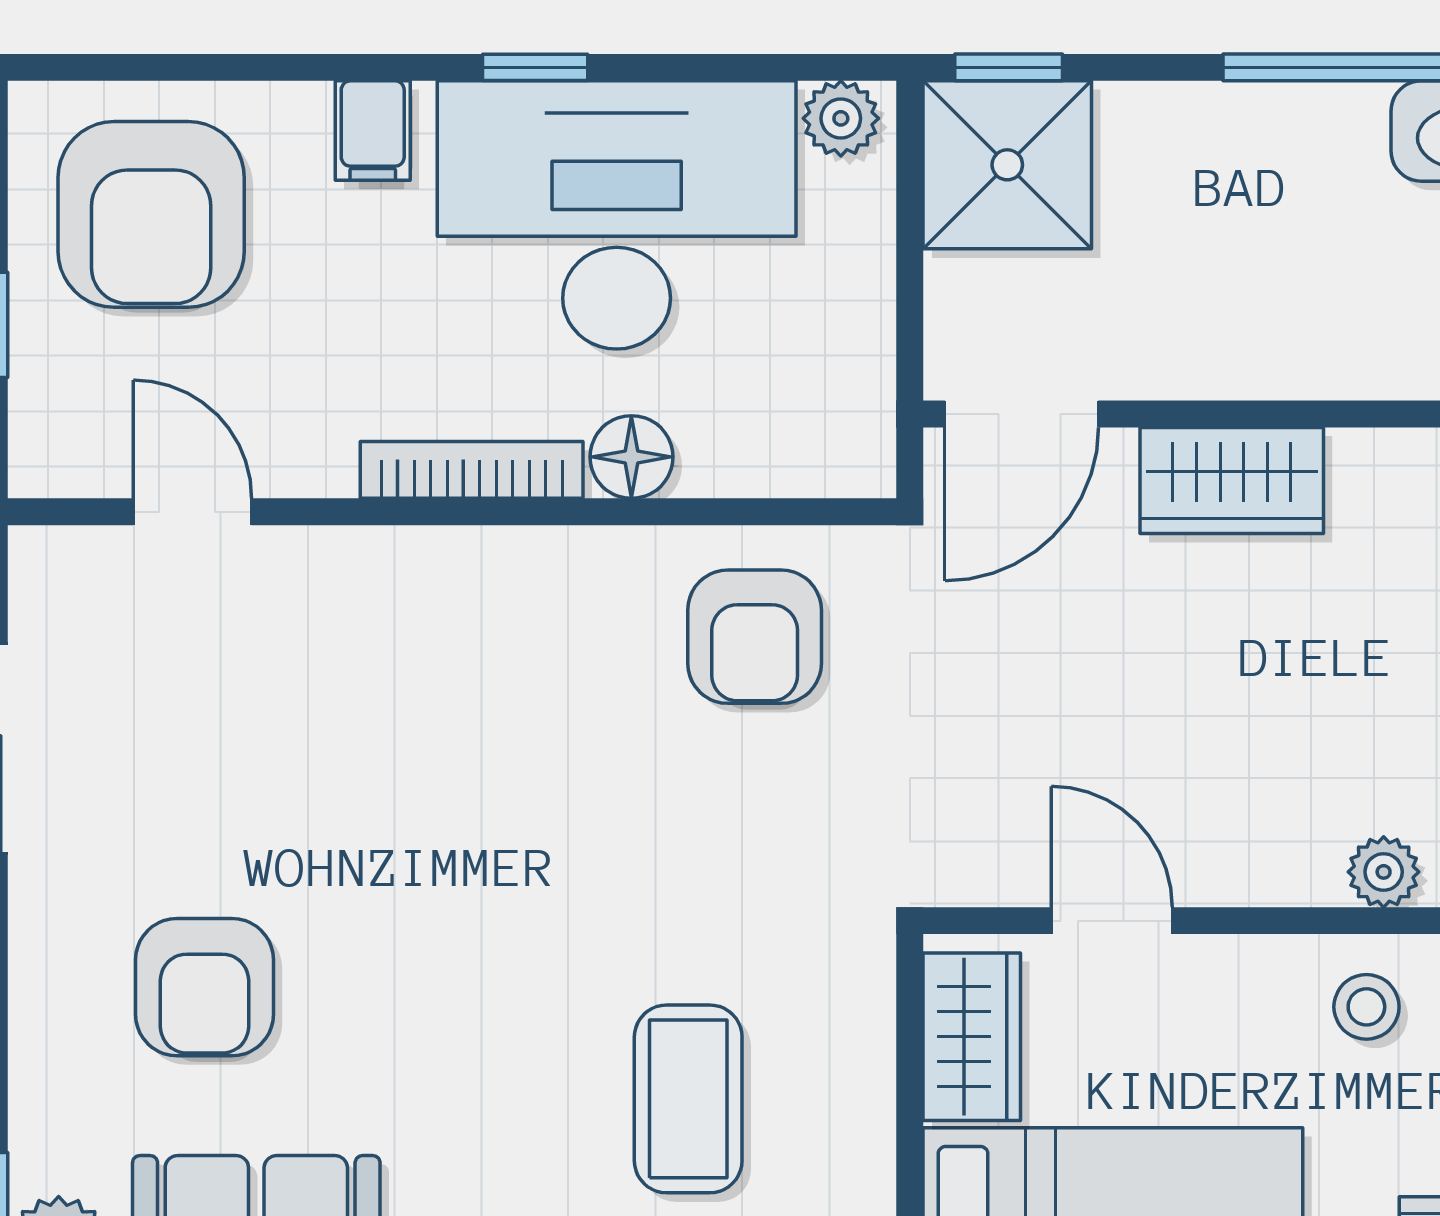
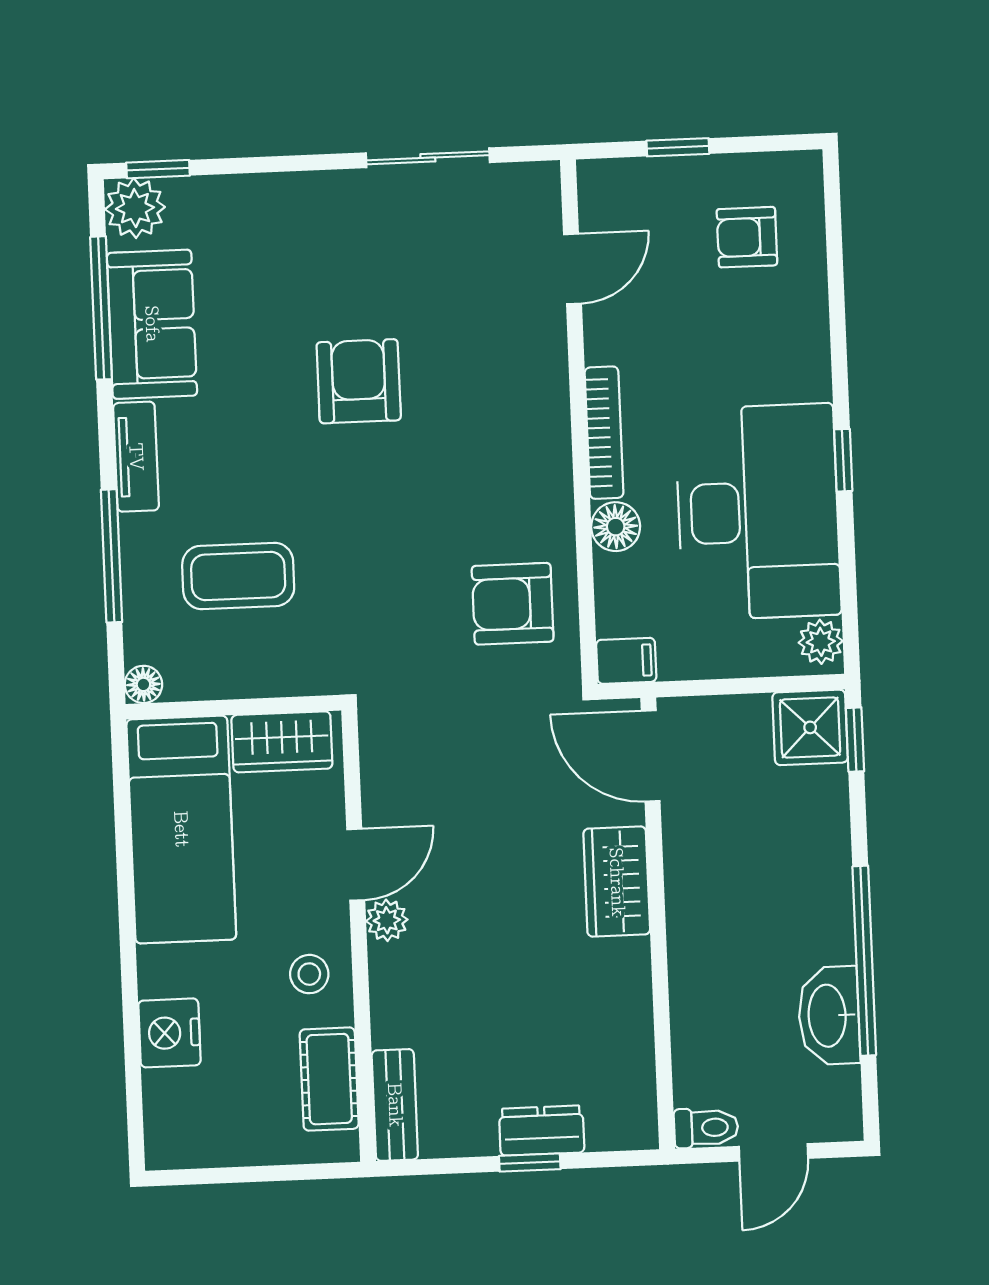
filing cabinet: (373, 130) -> (626, 661), moved, turned 180
shower: (1007, 165) -> (810, 727), width x0.73, depth x0.73
armchair: (151, 214) -> (747, 237), width x0.53, depth x0.53
plant: (1384, 872) -> (387, 920), moved
door: (1112, 921) -> (356, 865), moved
armchair: (205, 987) -> (359, 381), moved, turned 90

